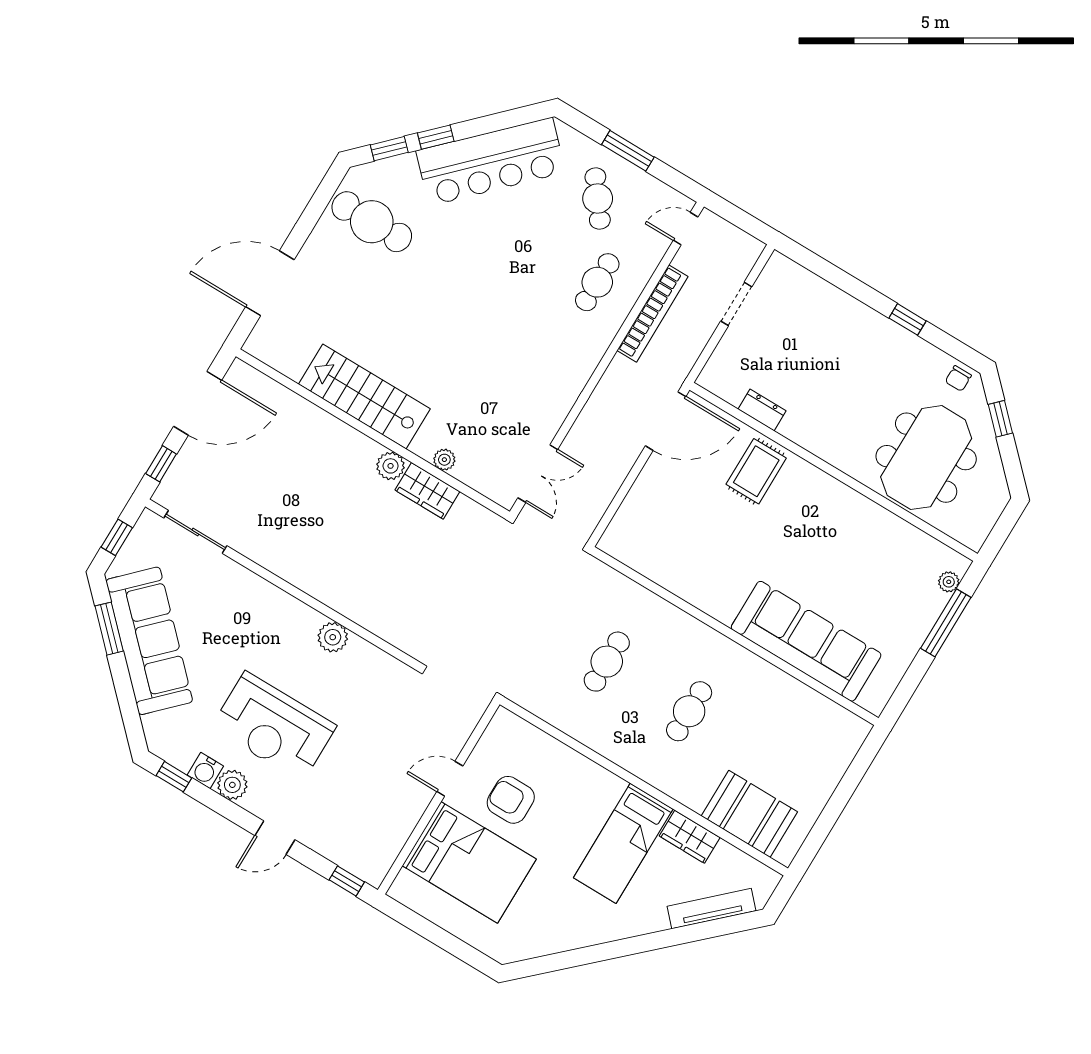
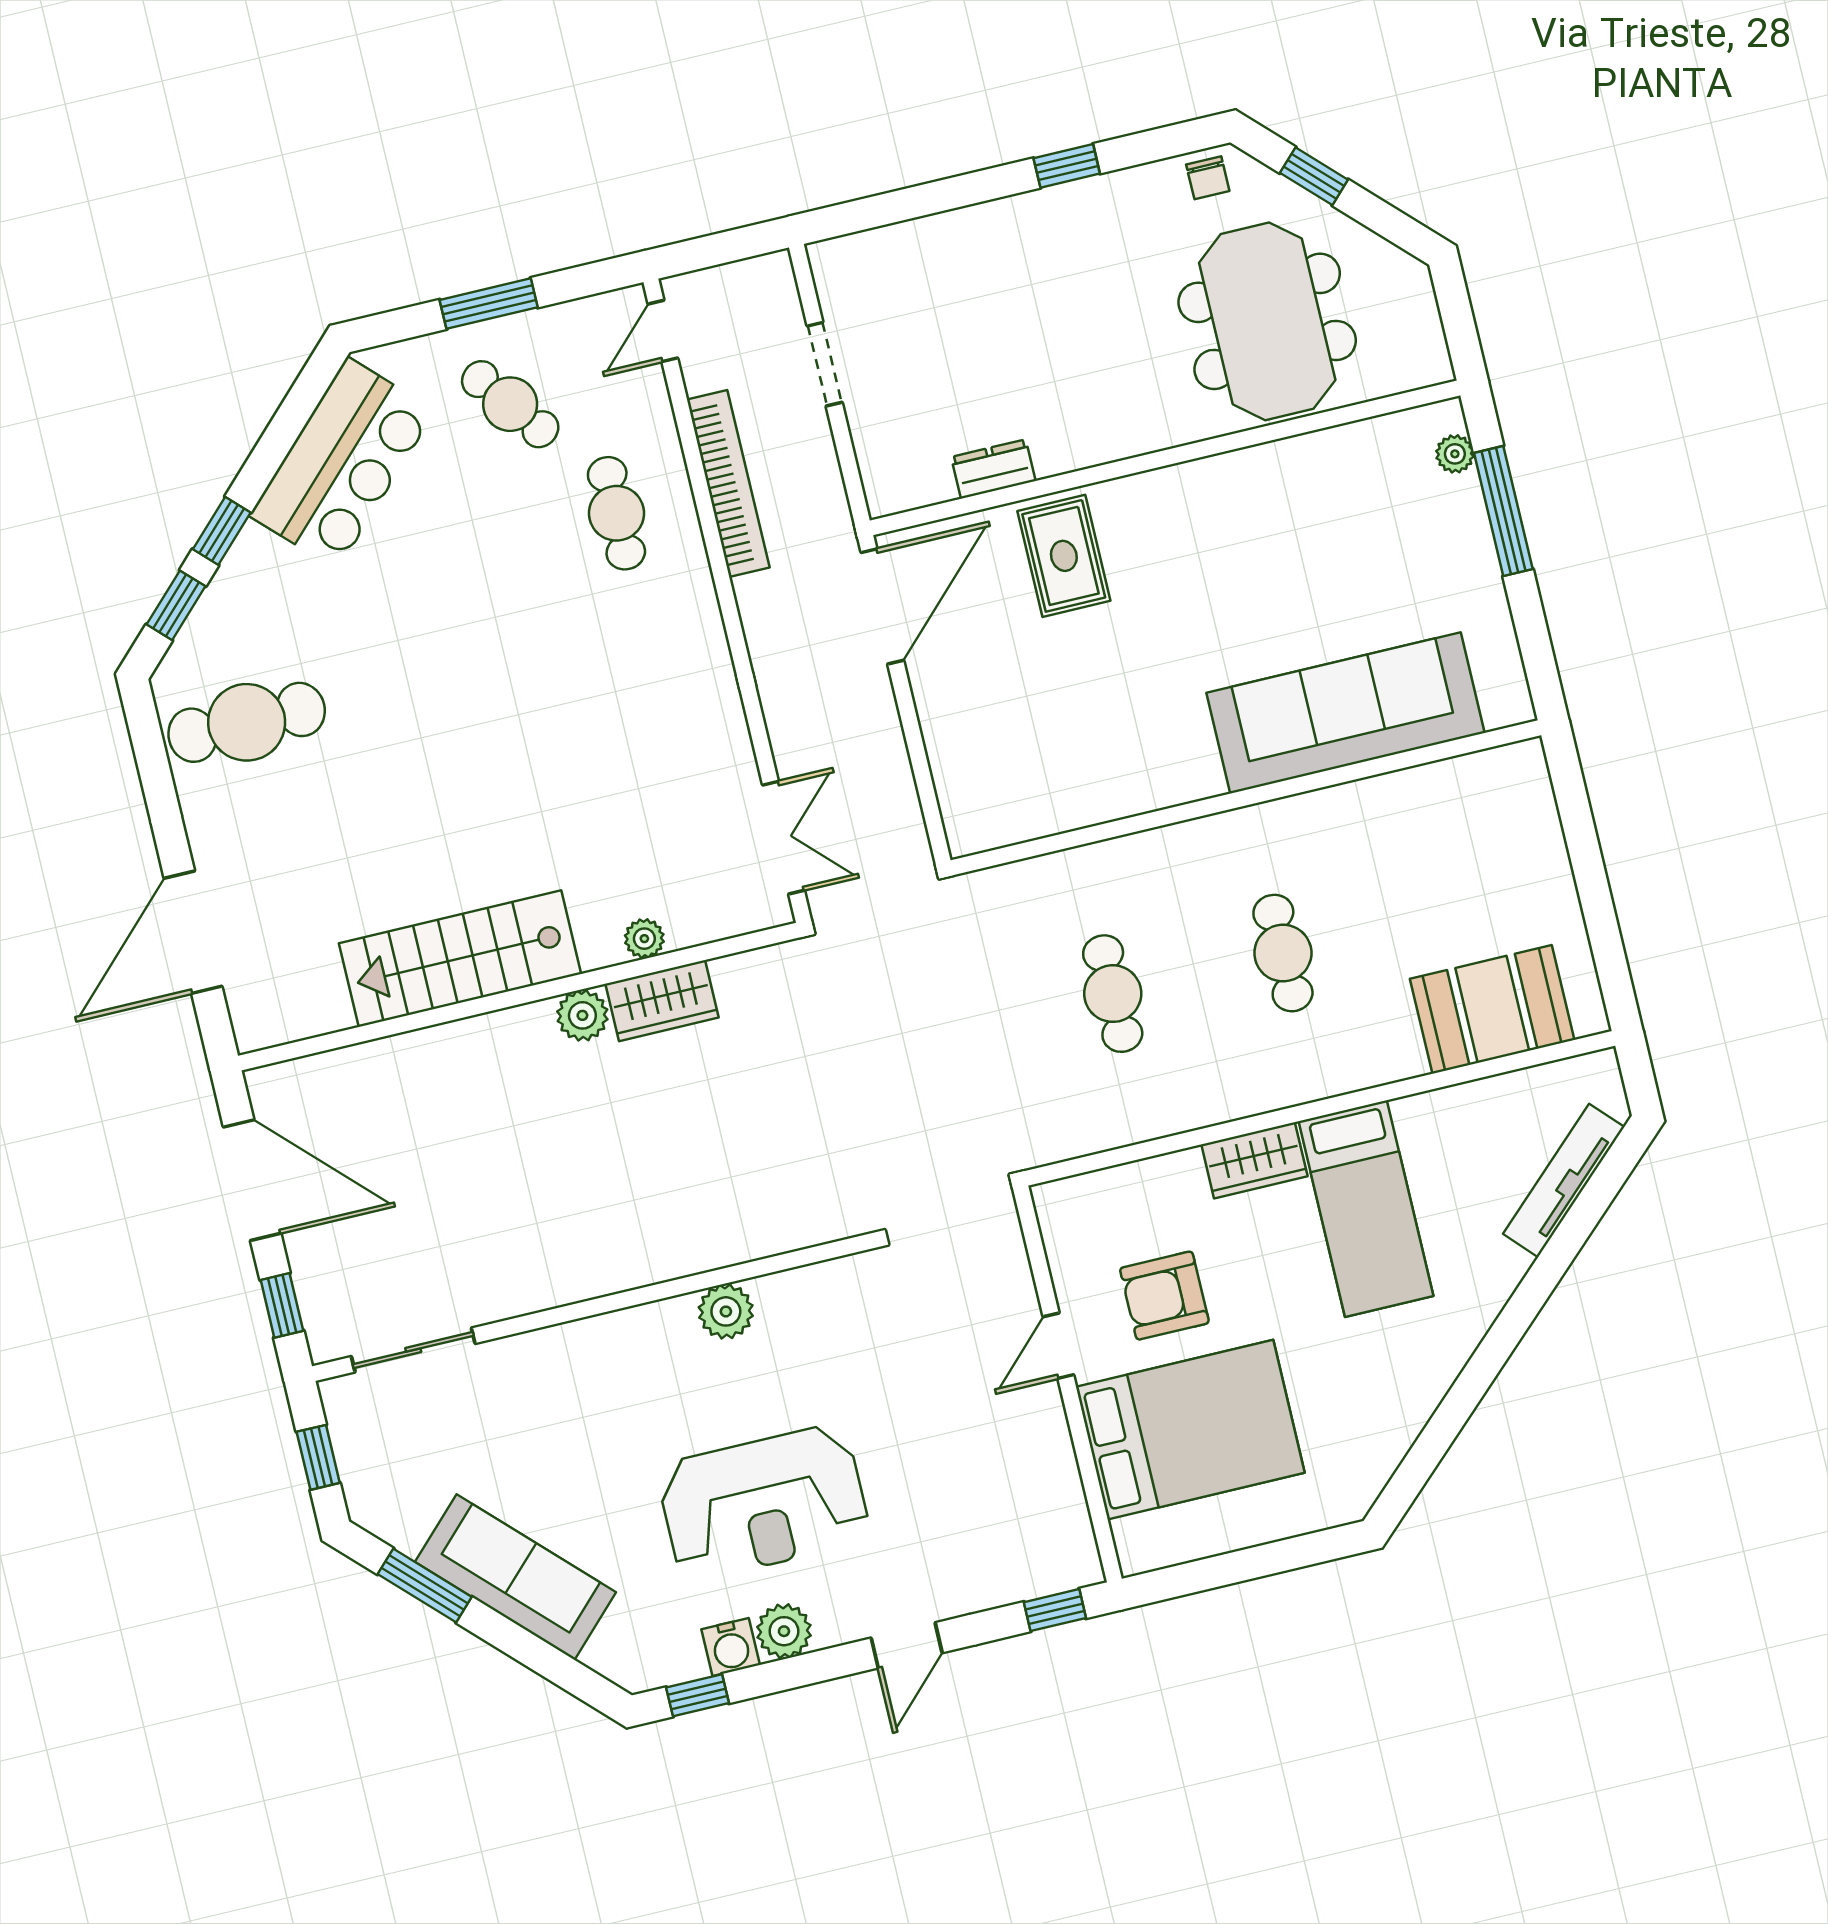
bar counter: (491, 162) -> (342, 463), width x0.73
door: (198, 403) -> (252, 1180), hinge flipped
sofa: (149, 641) -> (515, 1577), width x0.74, depth x0.79
wardrobe: (690, 837) -> (1254, 1160), moved

